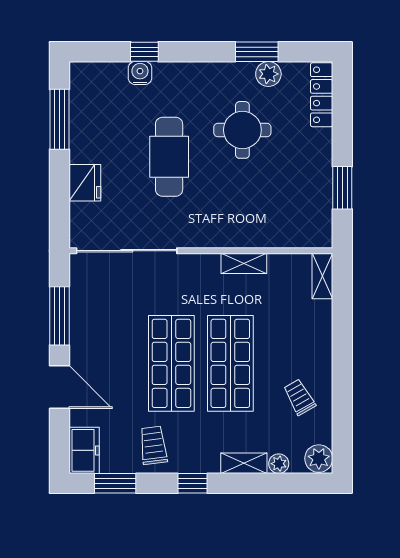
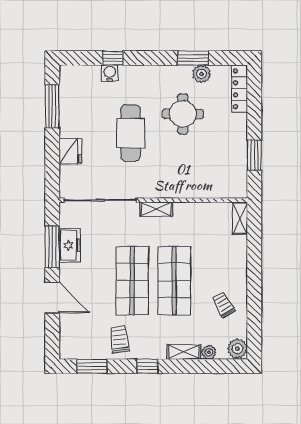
shelving: (244, 263) -> (156, 209), moved
freezer: (84, 450) -> (70, 245), moved

